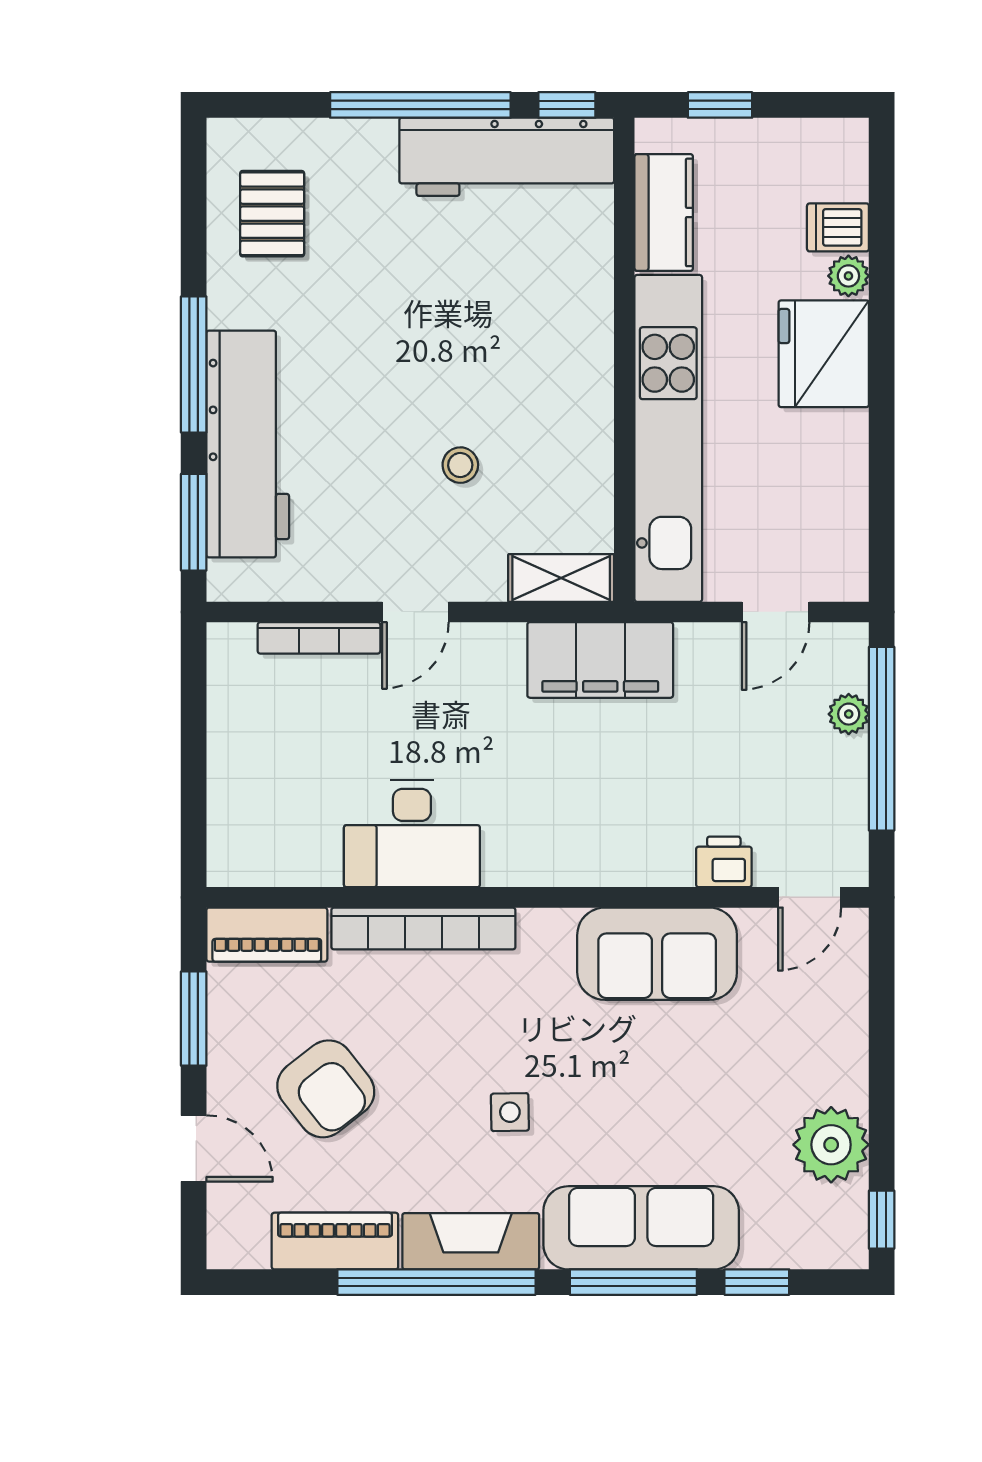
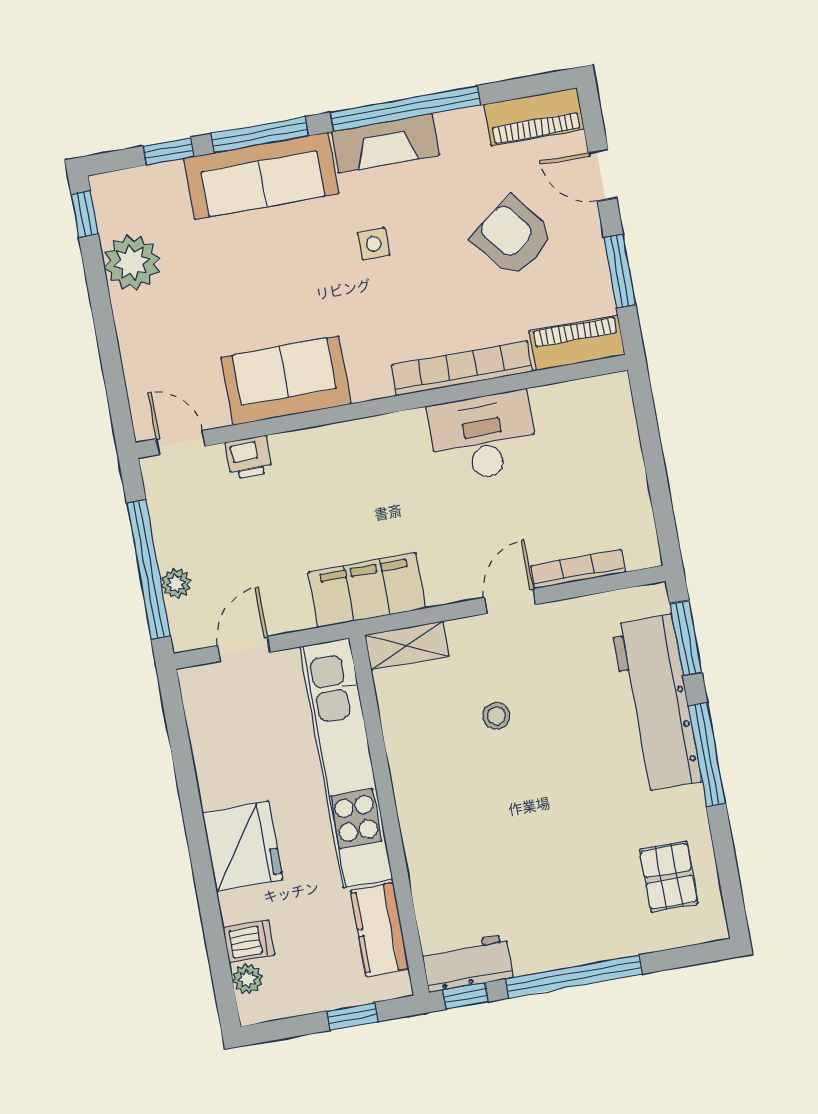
workbench: (507, 157) -> (467, 963), width x0.53, depth x0.76
plant: (848, 276) -> (247, 979), moved
door: (810, 897) -> (181, 443), hinge flipped
piano: (335, 1241) -> (534, 117), moved

